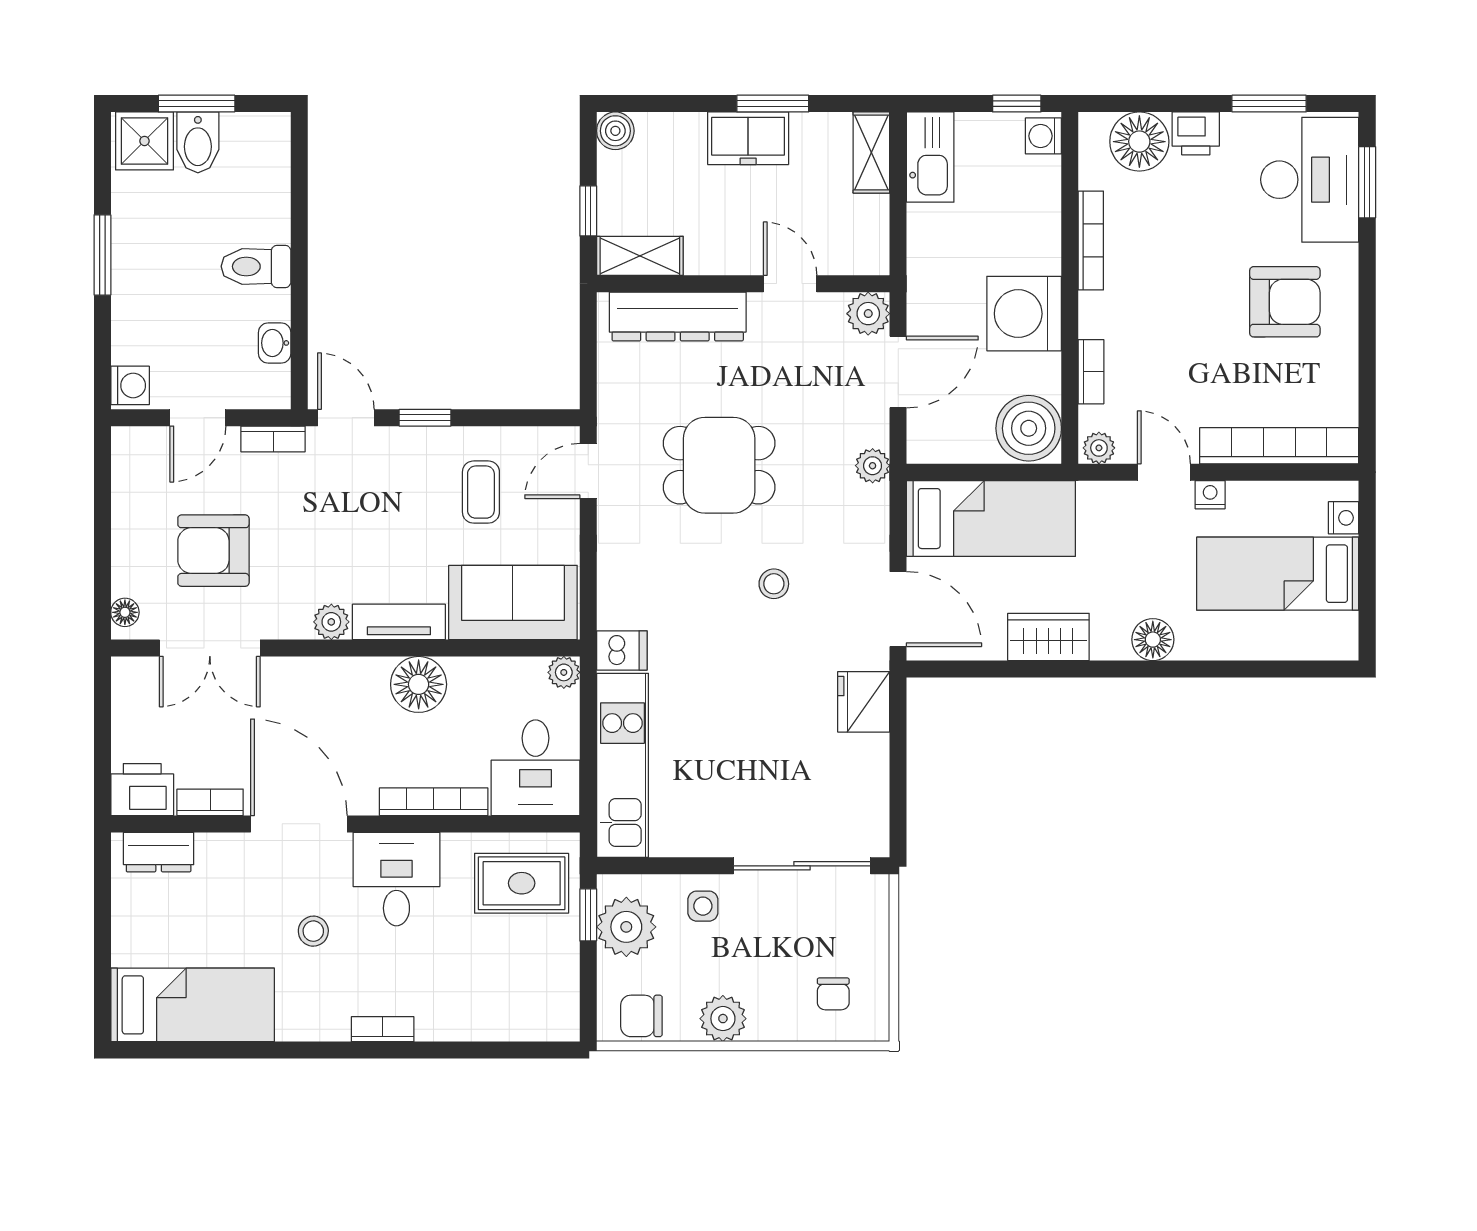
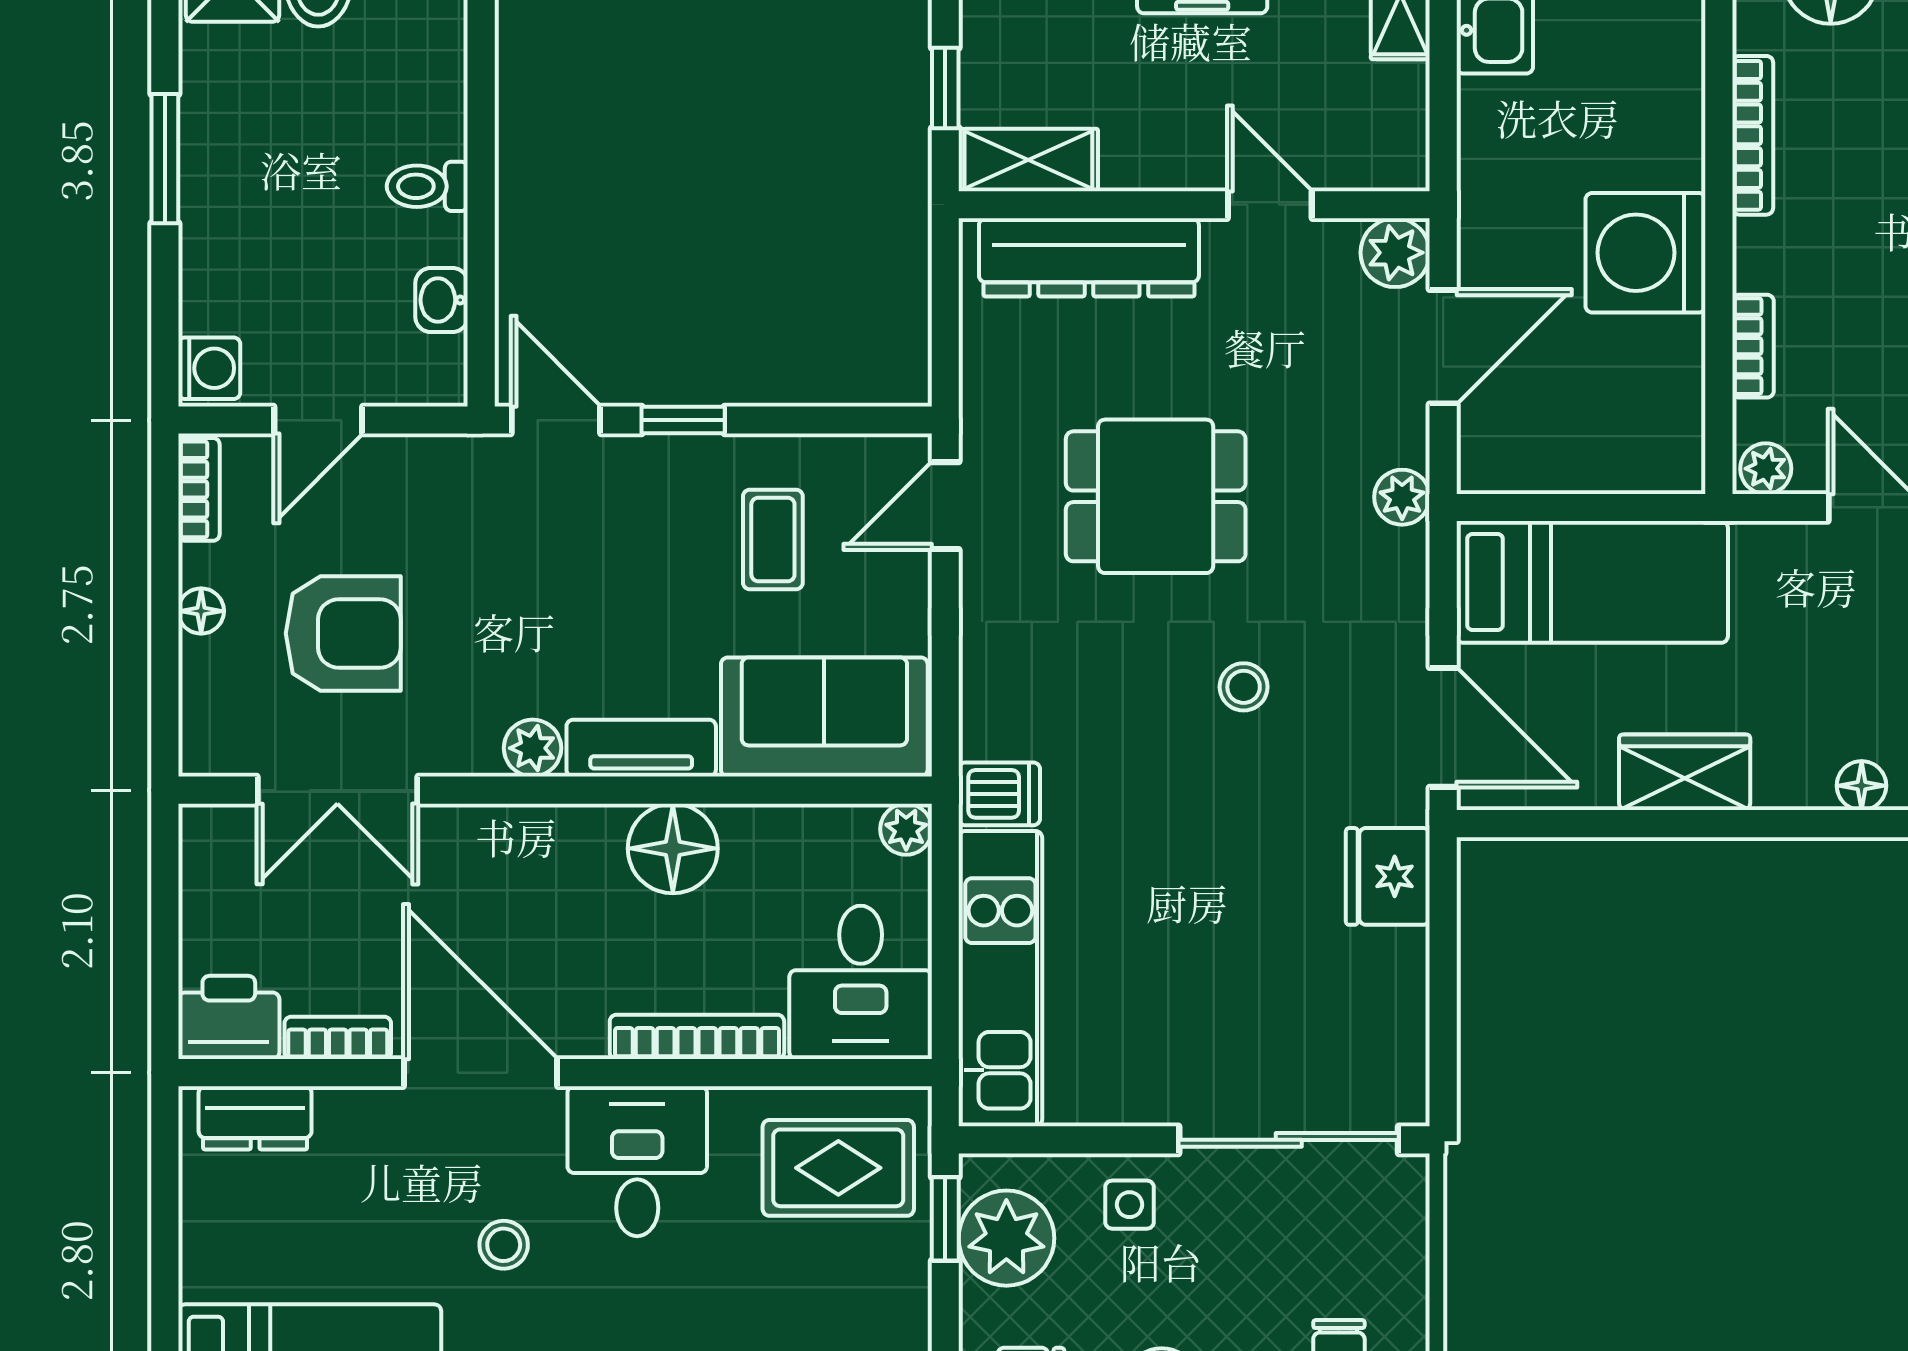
toilet: (256, 266) -> (427, 186), width x0.73, depth x0.72
boiler: (1029, 428) -> (1653, 437), removed
bookcase: (273, 439) -> (199, 489), moved, turned -90
armchair: (213, 551) -> (343, 633), turned 180
floor lamp: (125, 612) -> (201, 611), moved
floor lamp: (1153, 640) -> (1862, 786), width x0.73, depth x0.73

